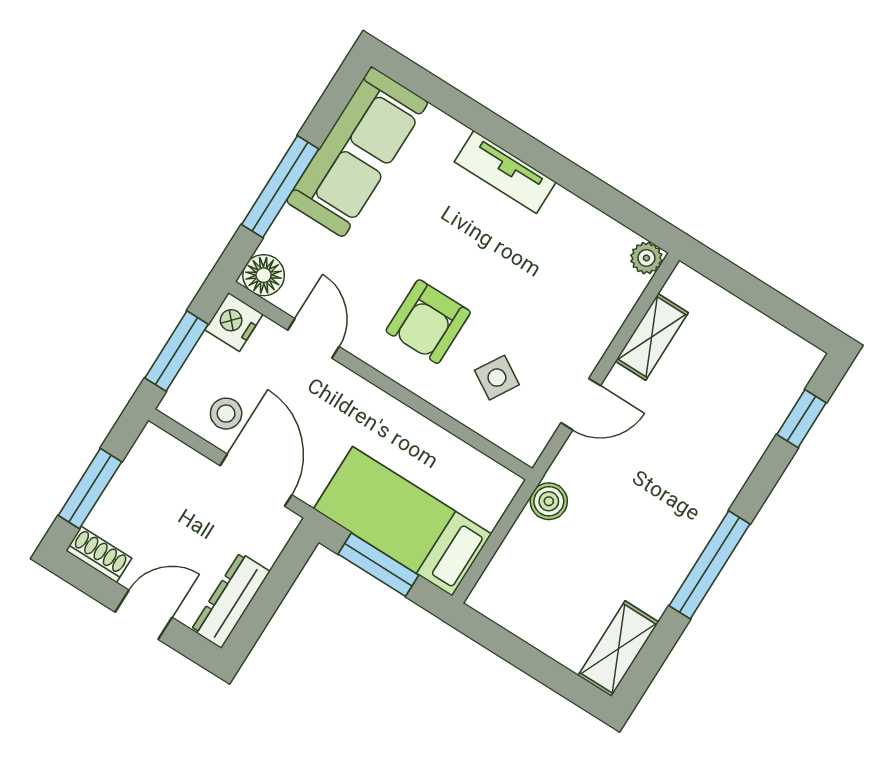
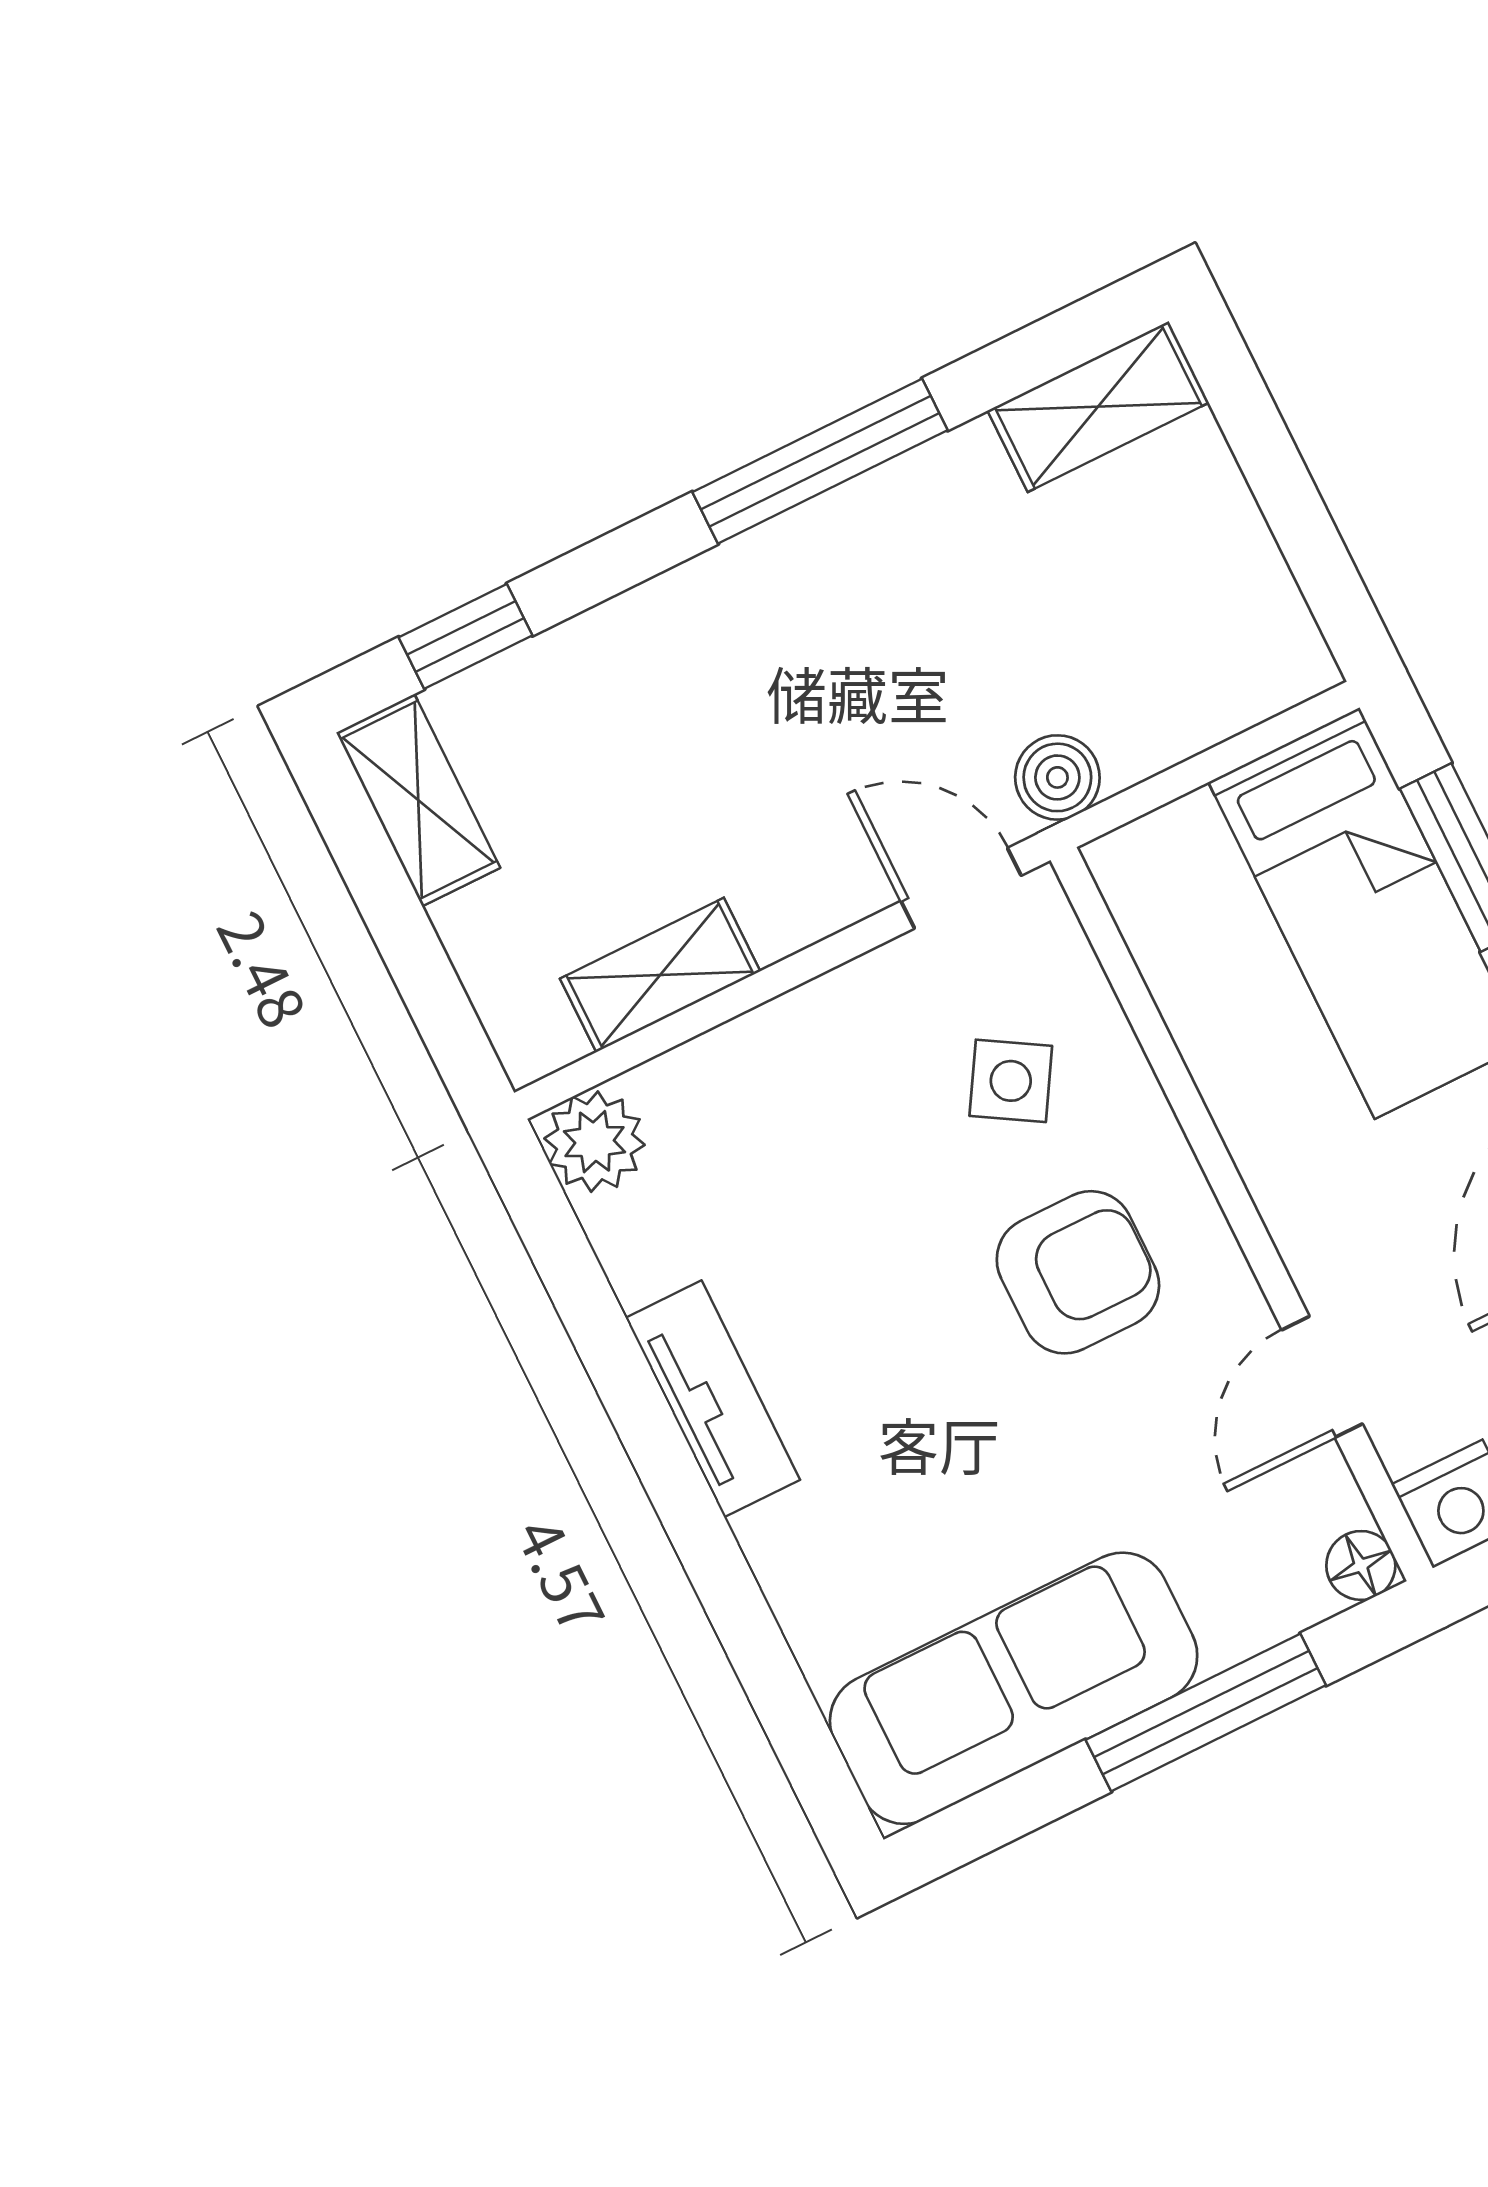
tv unit: (505, 172) -> (713, 1399), moved
plant: (646, 258) -> (595, 1142), width x1.38, depth x1.38
floor lamp: (264, 275) -> (1361, 1565), width x0.73, depth x0.73
shelving: (782, 347) -> (418, 800), added
door: (581, 404) -> (961, 888), moved

